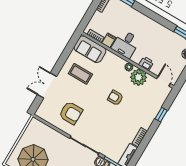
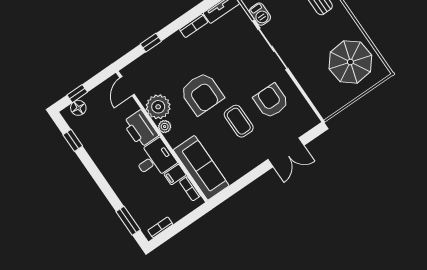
sofa: (90, 49) -> (201, 168), width x1.36
printer: (146, 63) -> (140, 129), width x1.87, depth x1.48
coffee table: (80, 74) -> (239, 121), moved
armchair: (115, 98) -> (202, 94), width x1.88, depth x1.88

